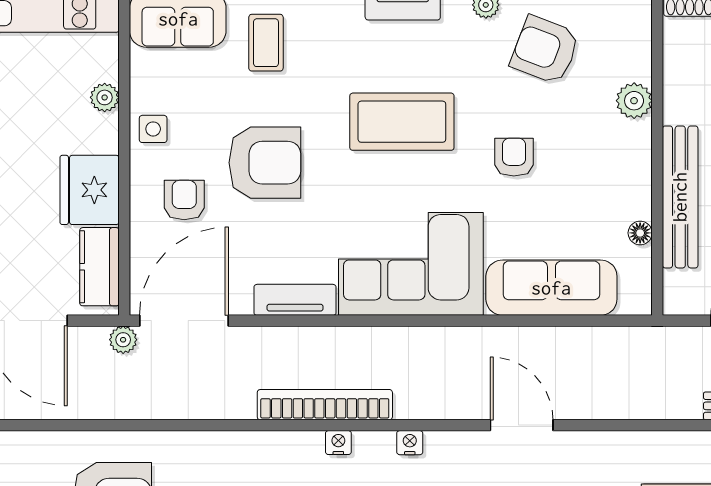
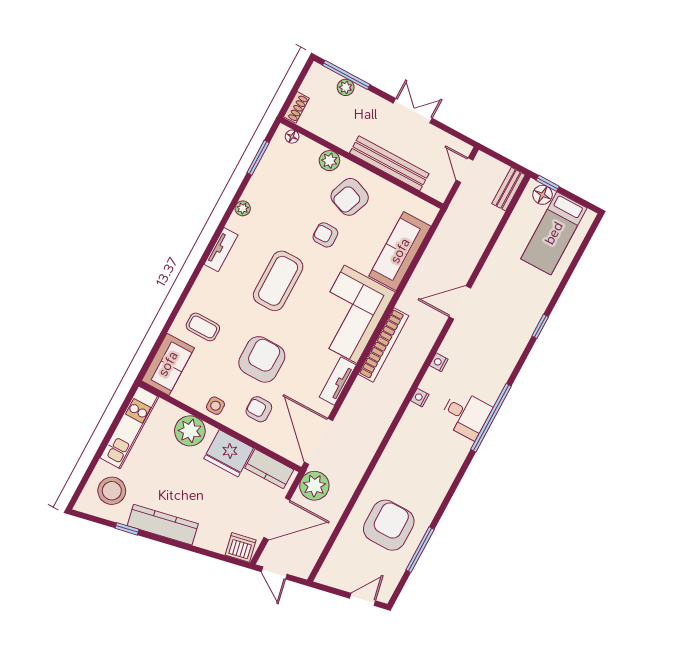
armchair: (545, 50) -> (350, 197), moved
plant: (105, 97) -> (190, 431), width x1.88, depth x1.88
floor lamp: (640, 233) -> (292, 137), moved
plant: (123, 340) -> (314, 486), width x1.88, depth x1.88
bookcase: (325, 405) -> (383, 345), moved, turned 180

